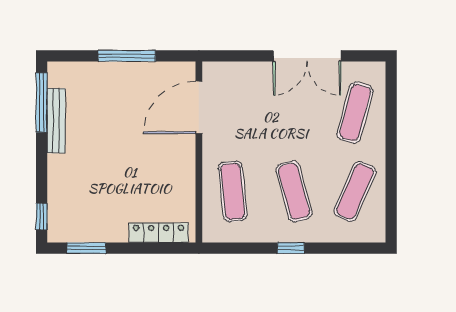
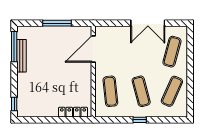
window: (86, 248) -> (37, 120), removed

